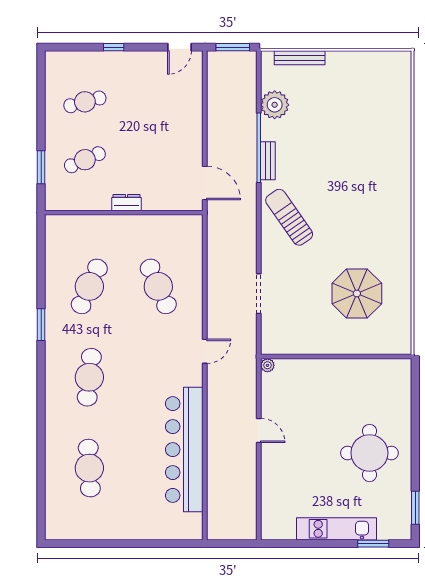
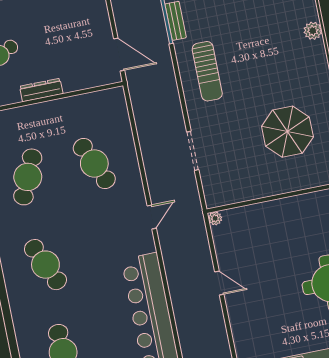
plant: (402, 198) -> (313, 31), added
dresser: (127, 203) -> (41, 90), width x1.44
sun lounger: (289, 217) -> (207, 71), turned -145
cafe table: (89, 377) -> (45, 265), turned -30

